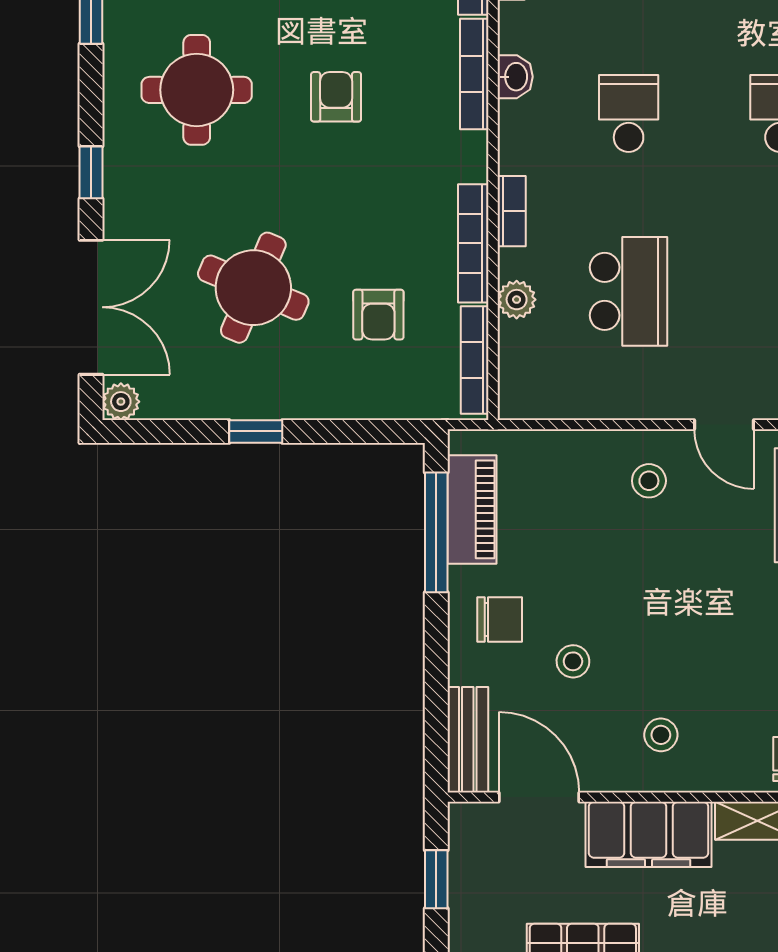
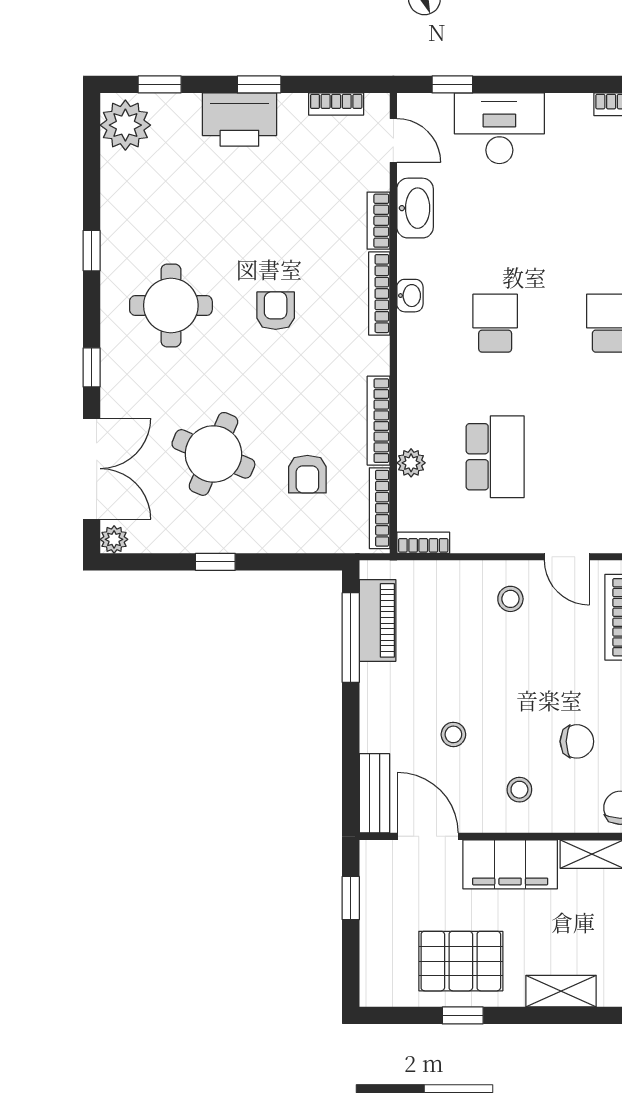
bookcase: (512, 211) -> (423, 543), moved, turned -90
chair: (500, 619) -> (577, 741), moved

